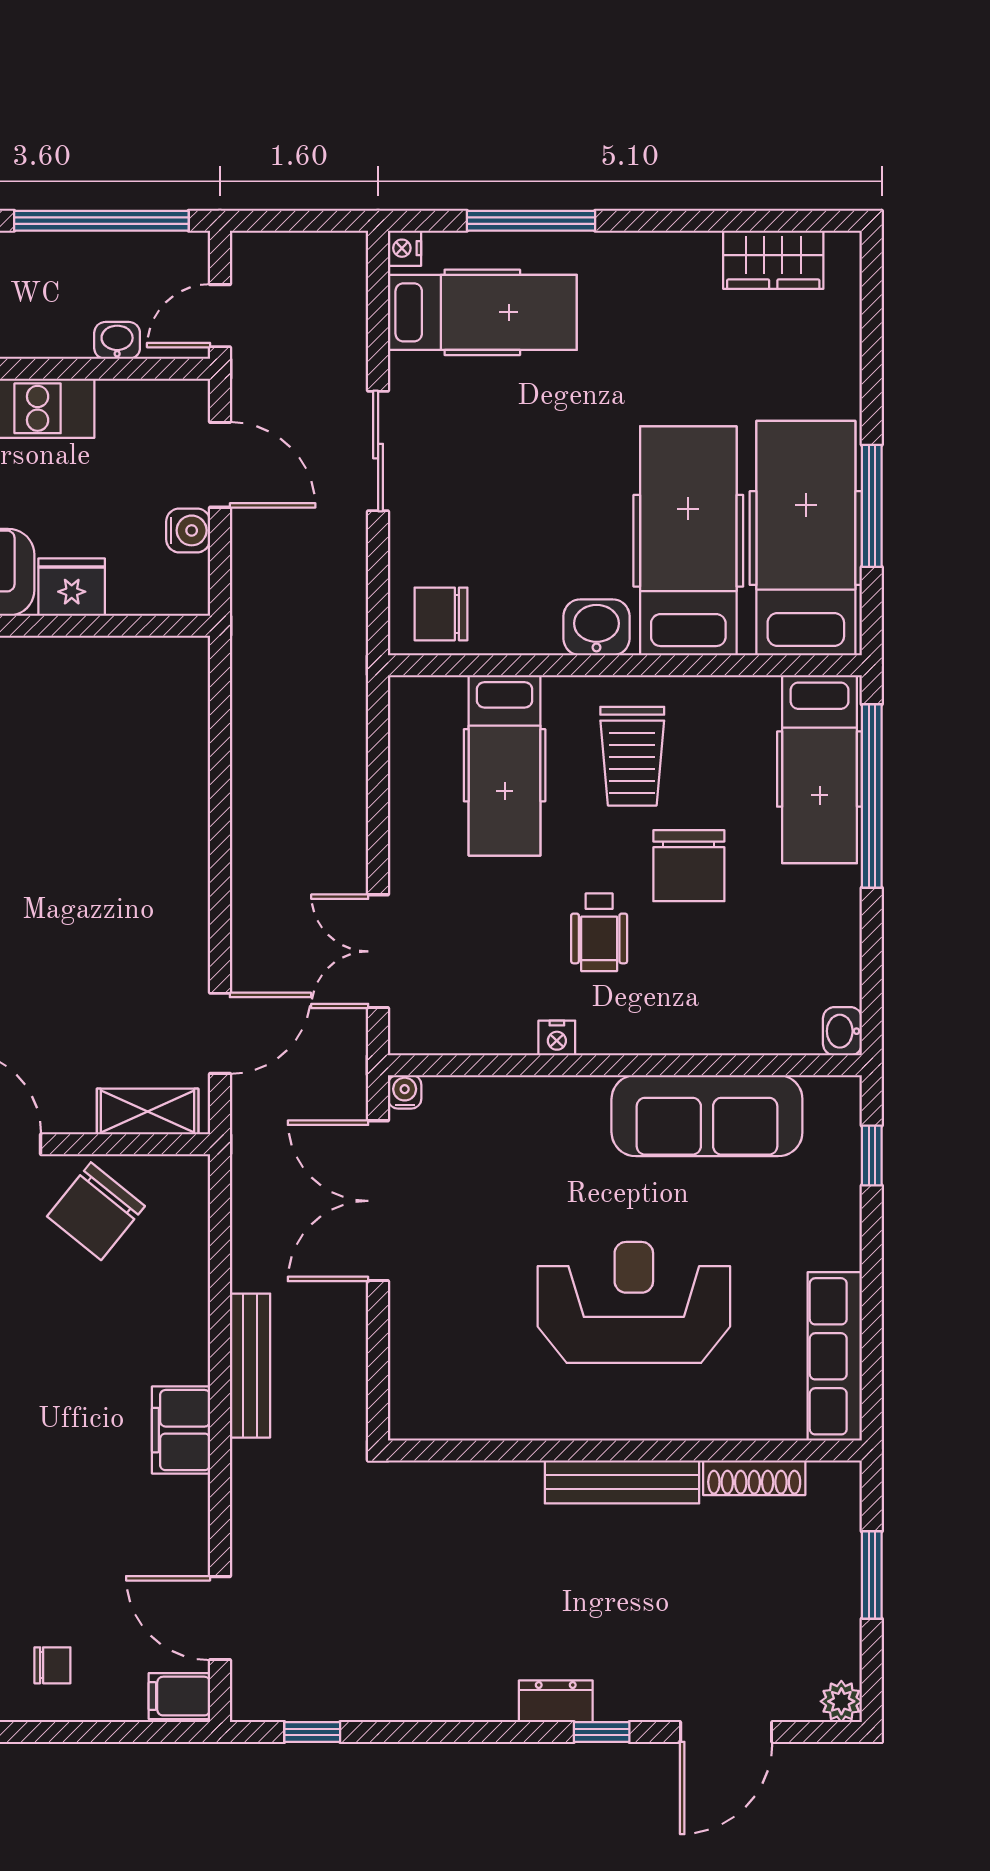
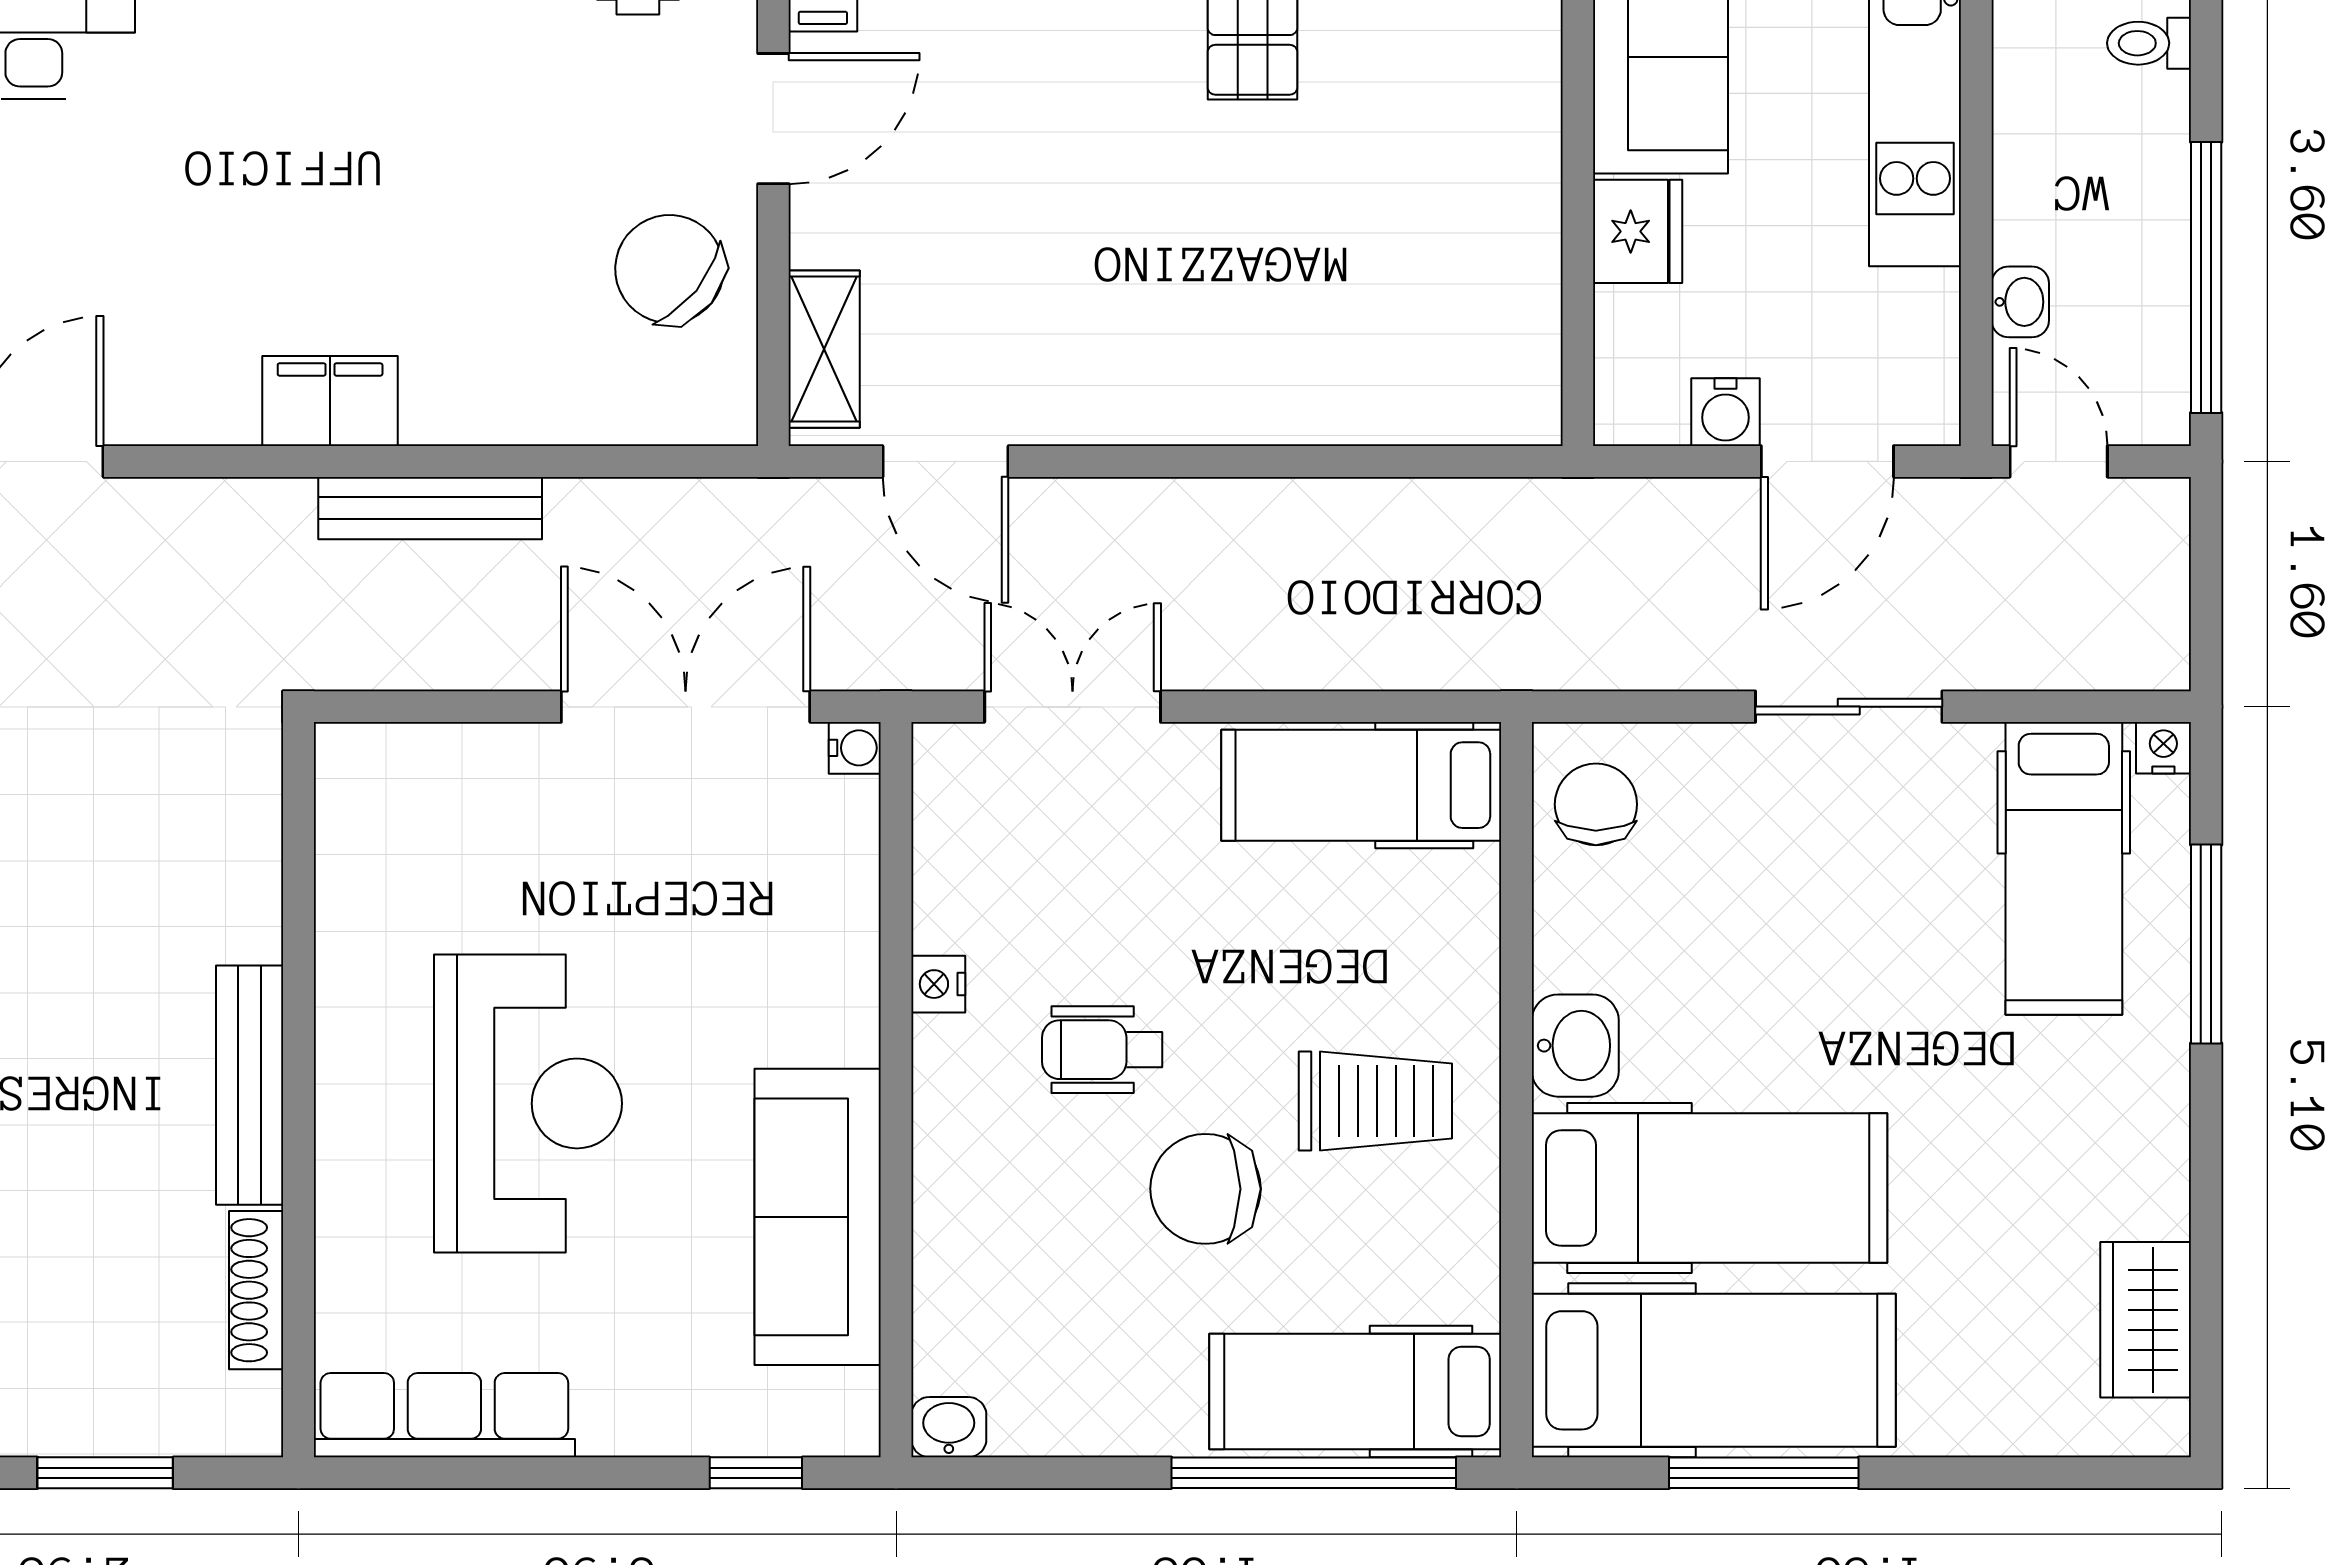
trolley: (632, 756) -> (1375, 1101), turned 180
hospital bed: (505, 765) -> (1361, 785), moved

